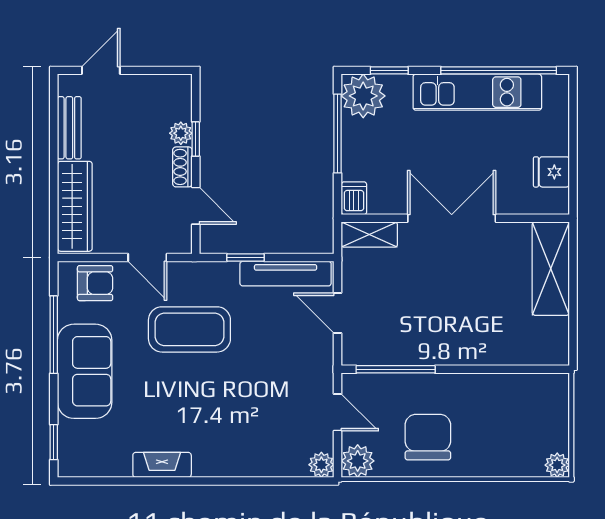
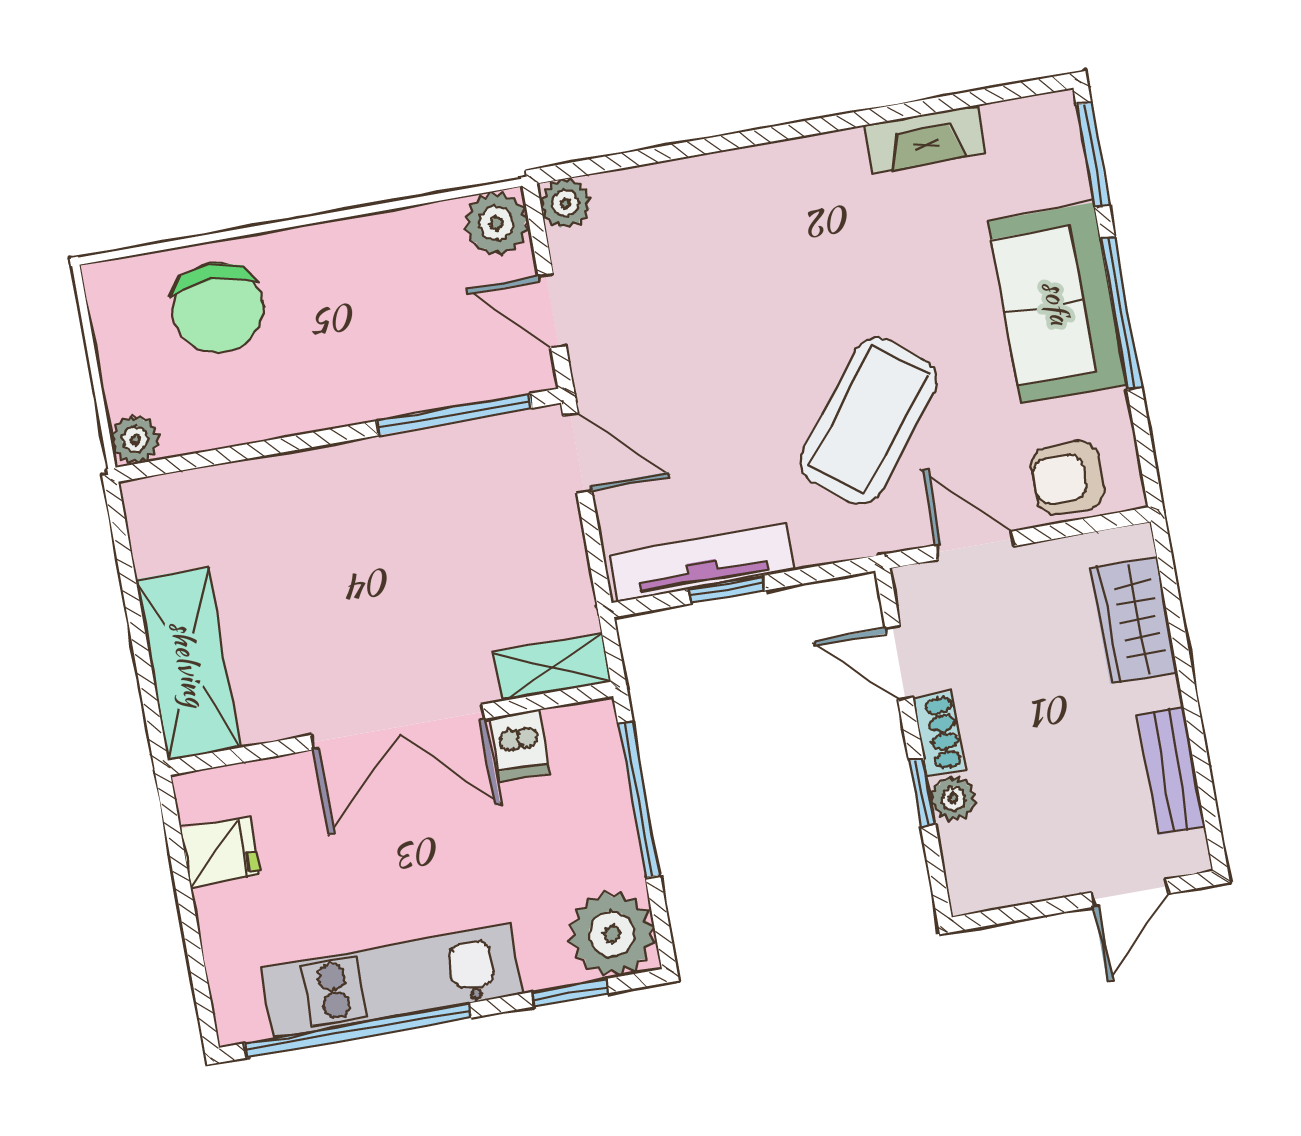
window: (338, 134) -> (639, 799), moved
dishwasher: (354, 198) -> (520, 745), moved
wardrobe: (75, 206) -> (1134, 620), width x0.67
window: (246, 258) -> (727, 590), moved
door: (338, 313) -> (577, 453), moved
coffee table: (189, 329) -> (868, 421), turned -52
window: (54, 335) -> (1121, 313), moved
chair: (428, 437) -> (218, 308), moved
window: (54, 442) -> (1093, 155), width x1.50
fireplace: (162, 465) -> (925, 139), moved
plant: (557, 465) -> (135, 439), moved

